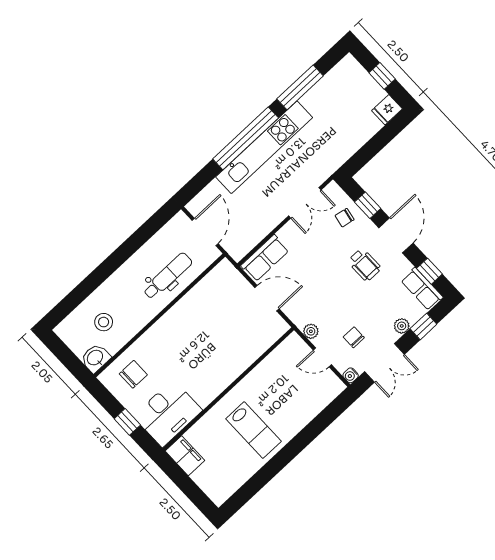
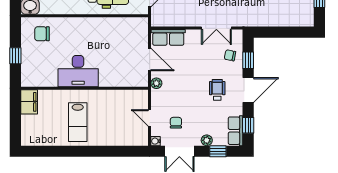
fridge: (387, 110) -> (305, 19), removed
wheelchair: (364, 265) -> (217, 90), turned 180
plant: (311, 331) -> (156, 83), moved
chair: (133, 374) -> (42, 34), turned 180
desk: (168, 413) -> (78, 71), moved

